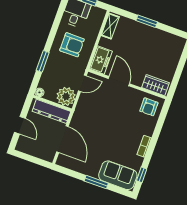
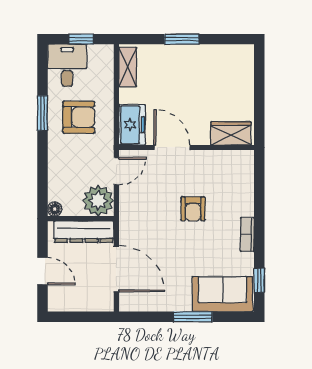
window: (43, 61) -> (43, 113), moved
armchair: (149, 107) -> (193, 209), moved

